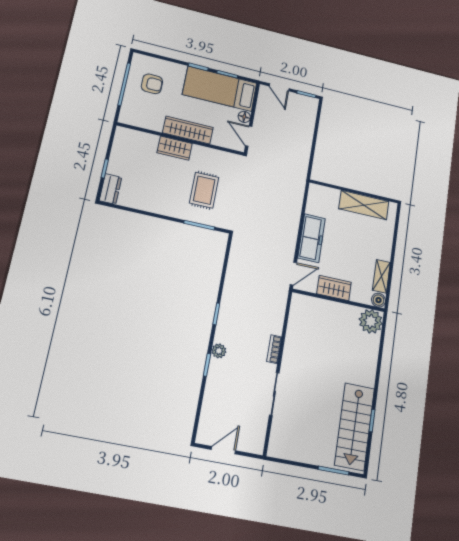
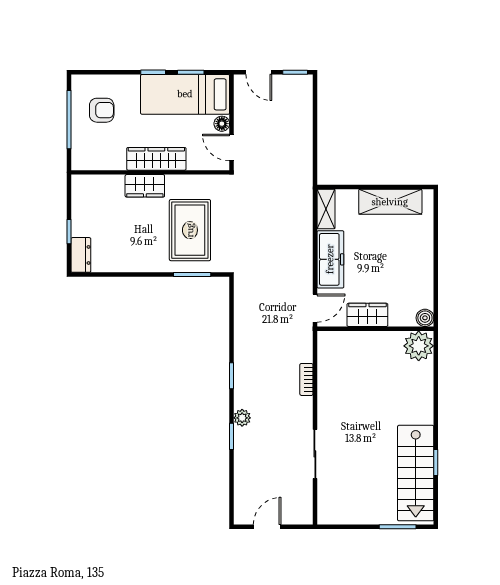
rug: (204, 190) -> (190, 230), width x1.36, depth x1.43
shelving: (381, 276) -> (326, 209), moved
bookcase: (274, 349) -> (306, 379), moved

